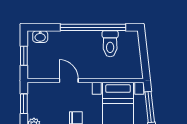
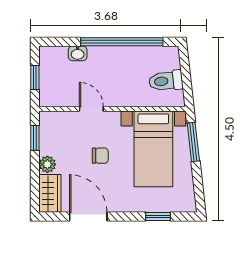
washbasin: (40, 37) -> (78, 53), moved
toilet: (110, 44) -> (166, 81), moved, turned 84

